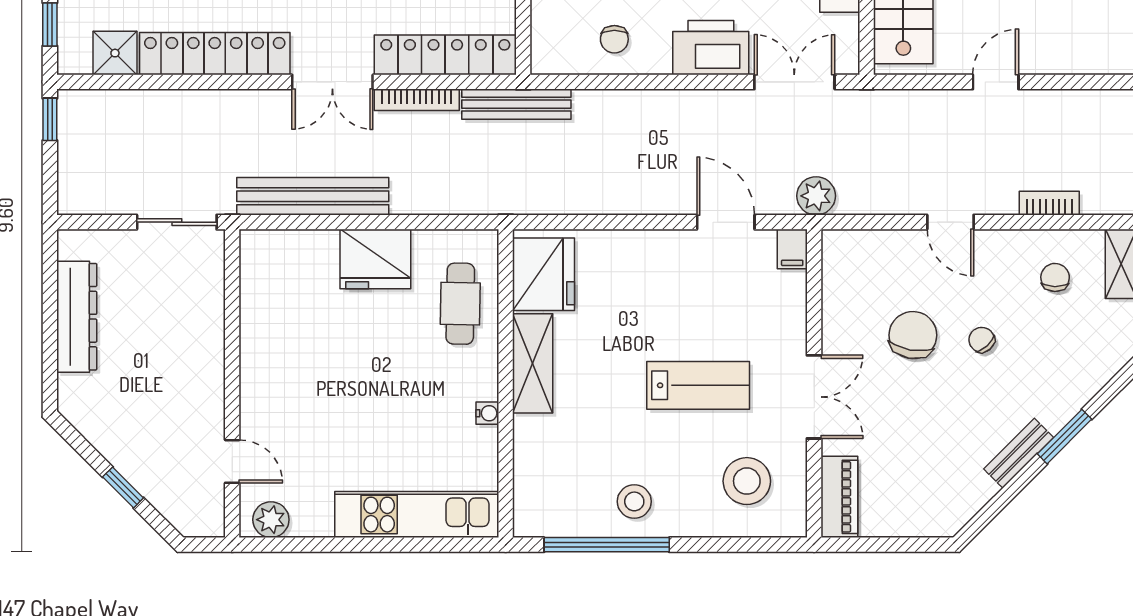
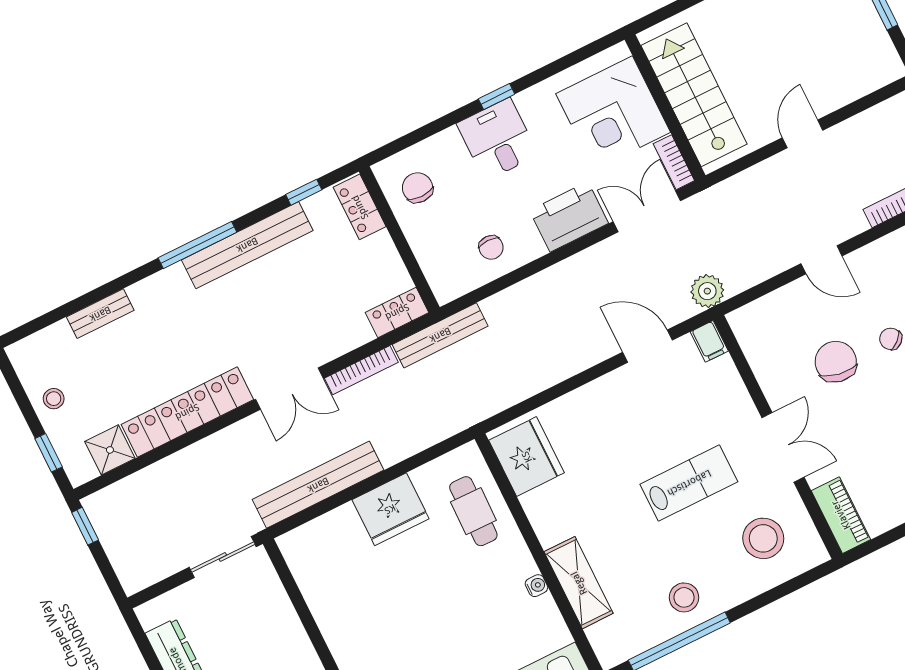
bookcase: (848, 45) -> (674, 162), added
locker: (445, 55) -> (397, 312), width x0.46, depth x0.83
shelving: (533, 363) -> (579, 583), moved

